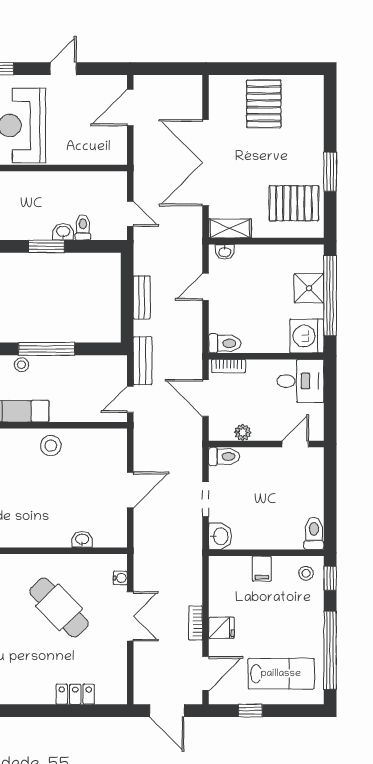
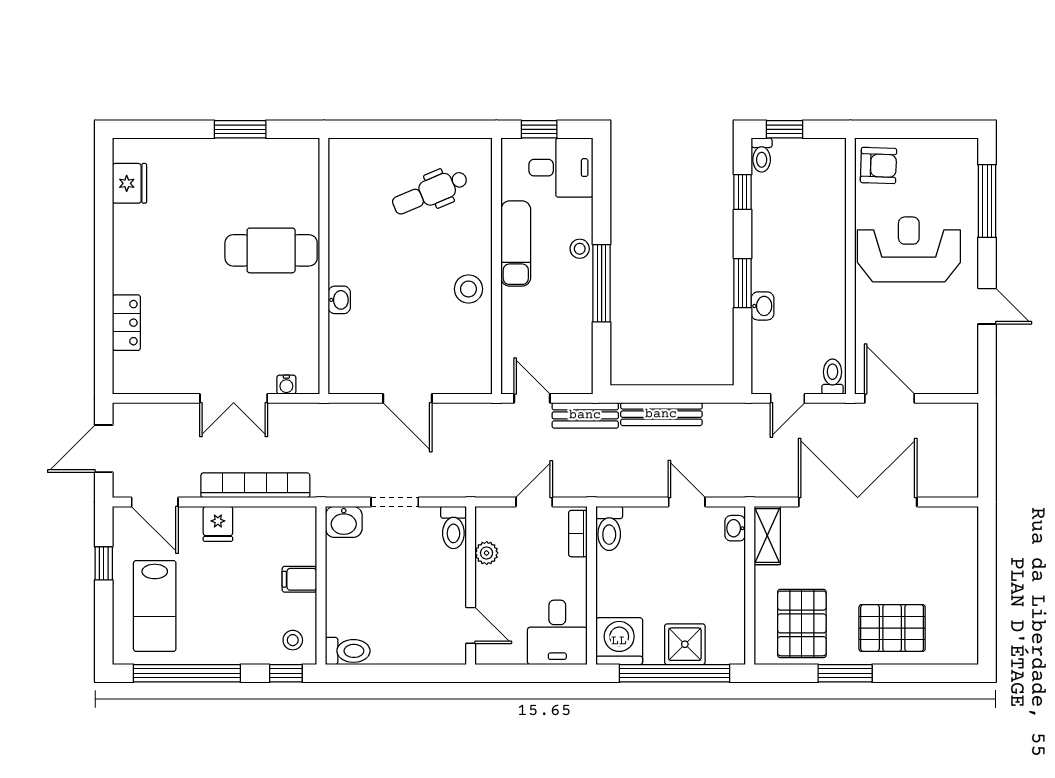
pallet: (264, 104) -> (892, 628), moved
door: (130, 108) -> (889, 398), moved
toilet: (83, 227) -> (833, 377), moved, turned -90
bench: (142, 297) -> (661, 414), width x1.36
door: (206, 398) -> (534, 502), width x0.73
washbasin: (82, 539) -> (339, 300), moved
cafe table: (59, 607) -> (271, 250), moved, turned 44
bookcase: (196, 623) -> (255, 485), width x2.31, depth x1.31

